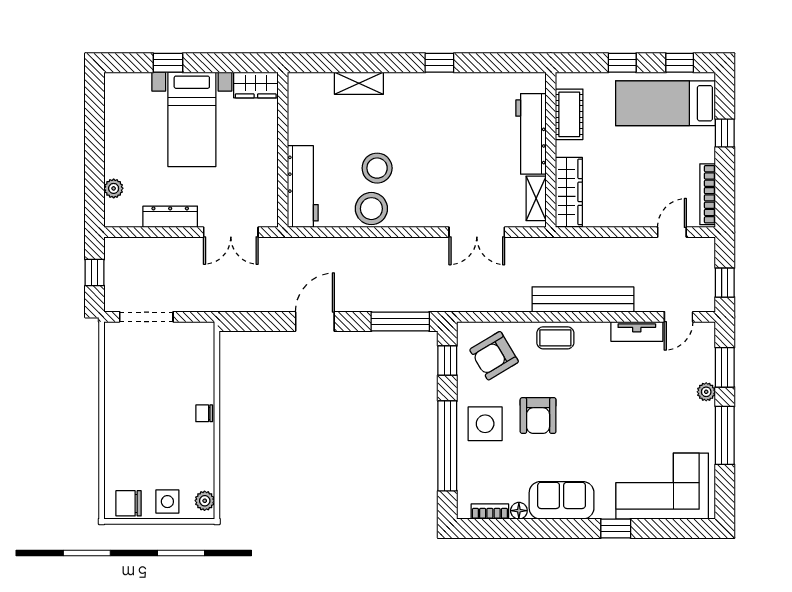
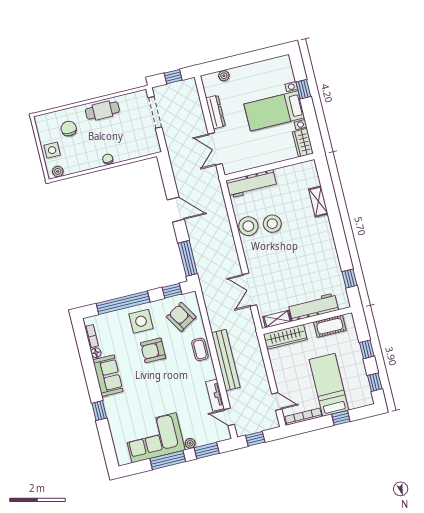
window: (439, 63) -> (349, 279), moved
bed: (665, 103) -> (329, 385), moved
cafe table: (122, 403) -> (102, 110), added
corner sofa: (662, 486) -> (154, 438), moved, turned -90
chair: (129, 503) -> (69, 129), moved

